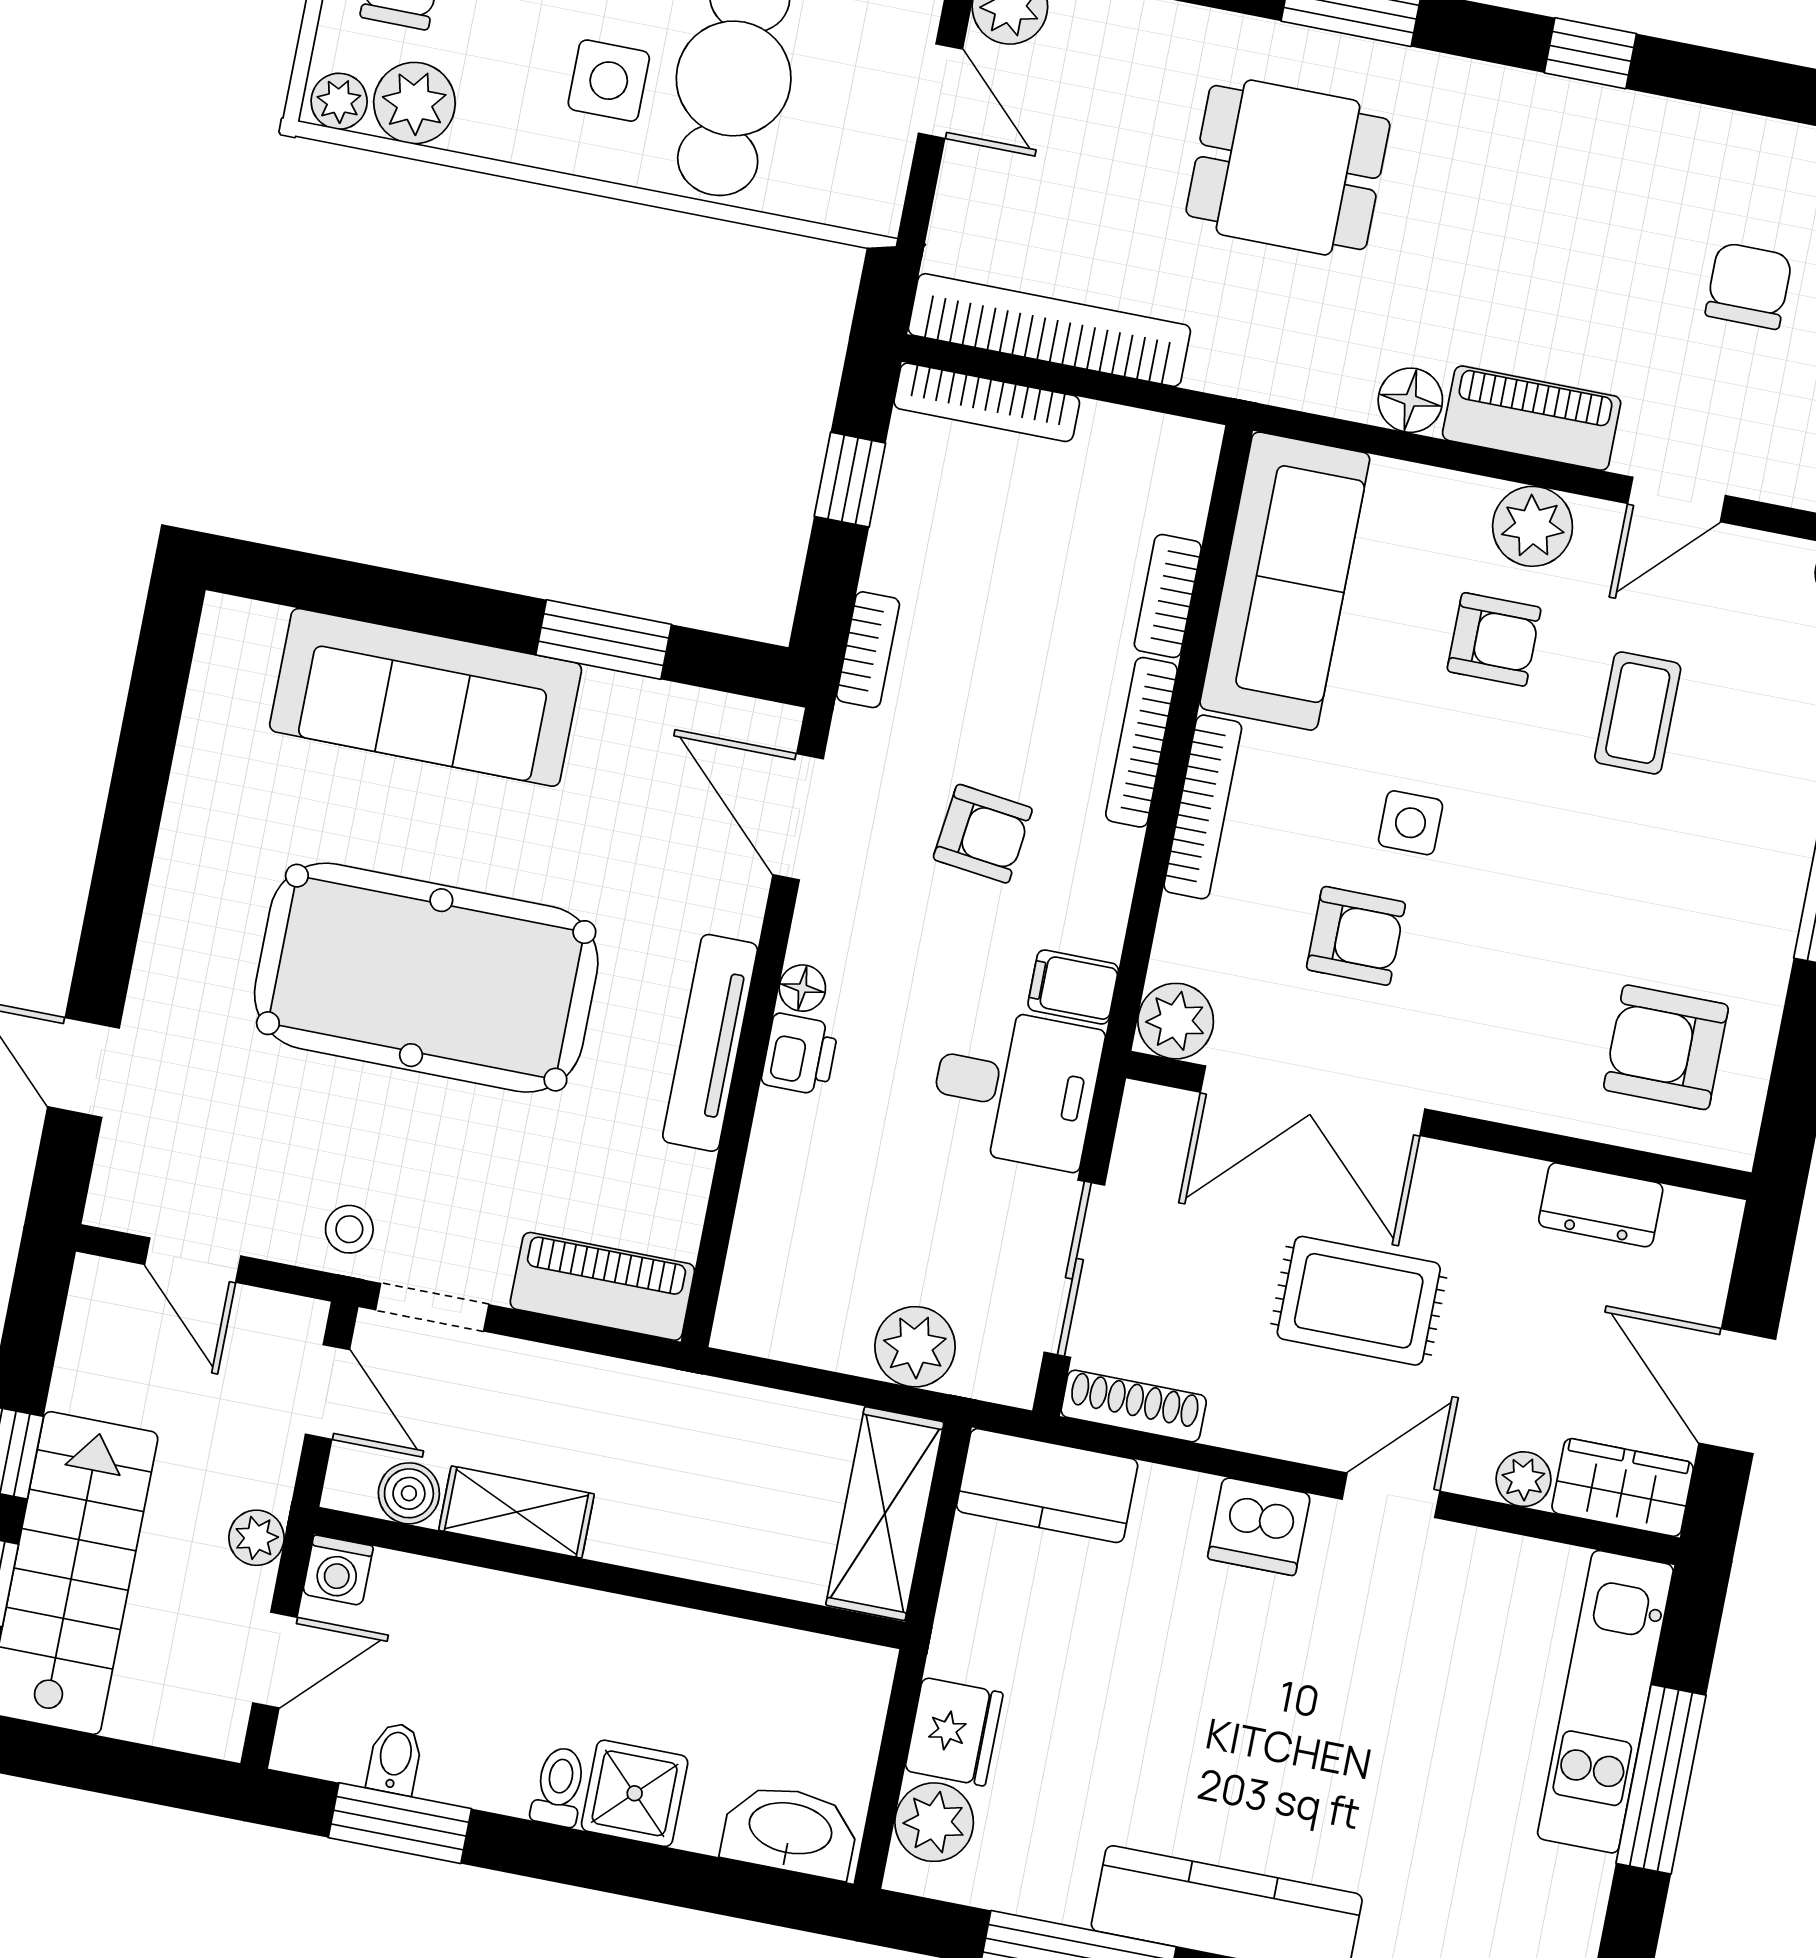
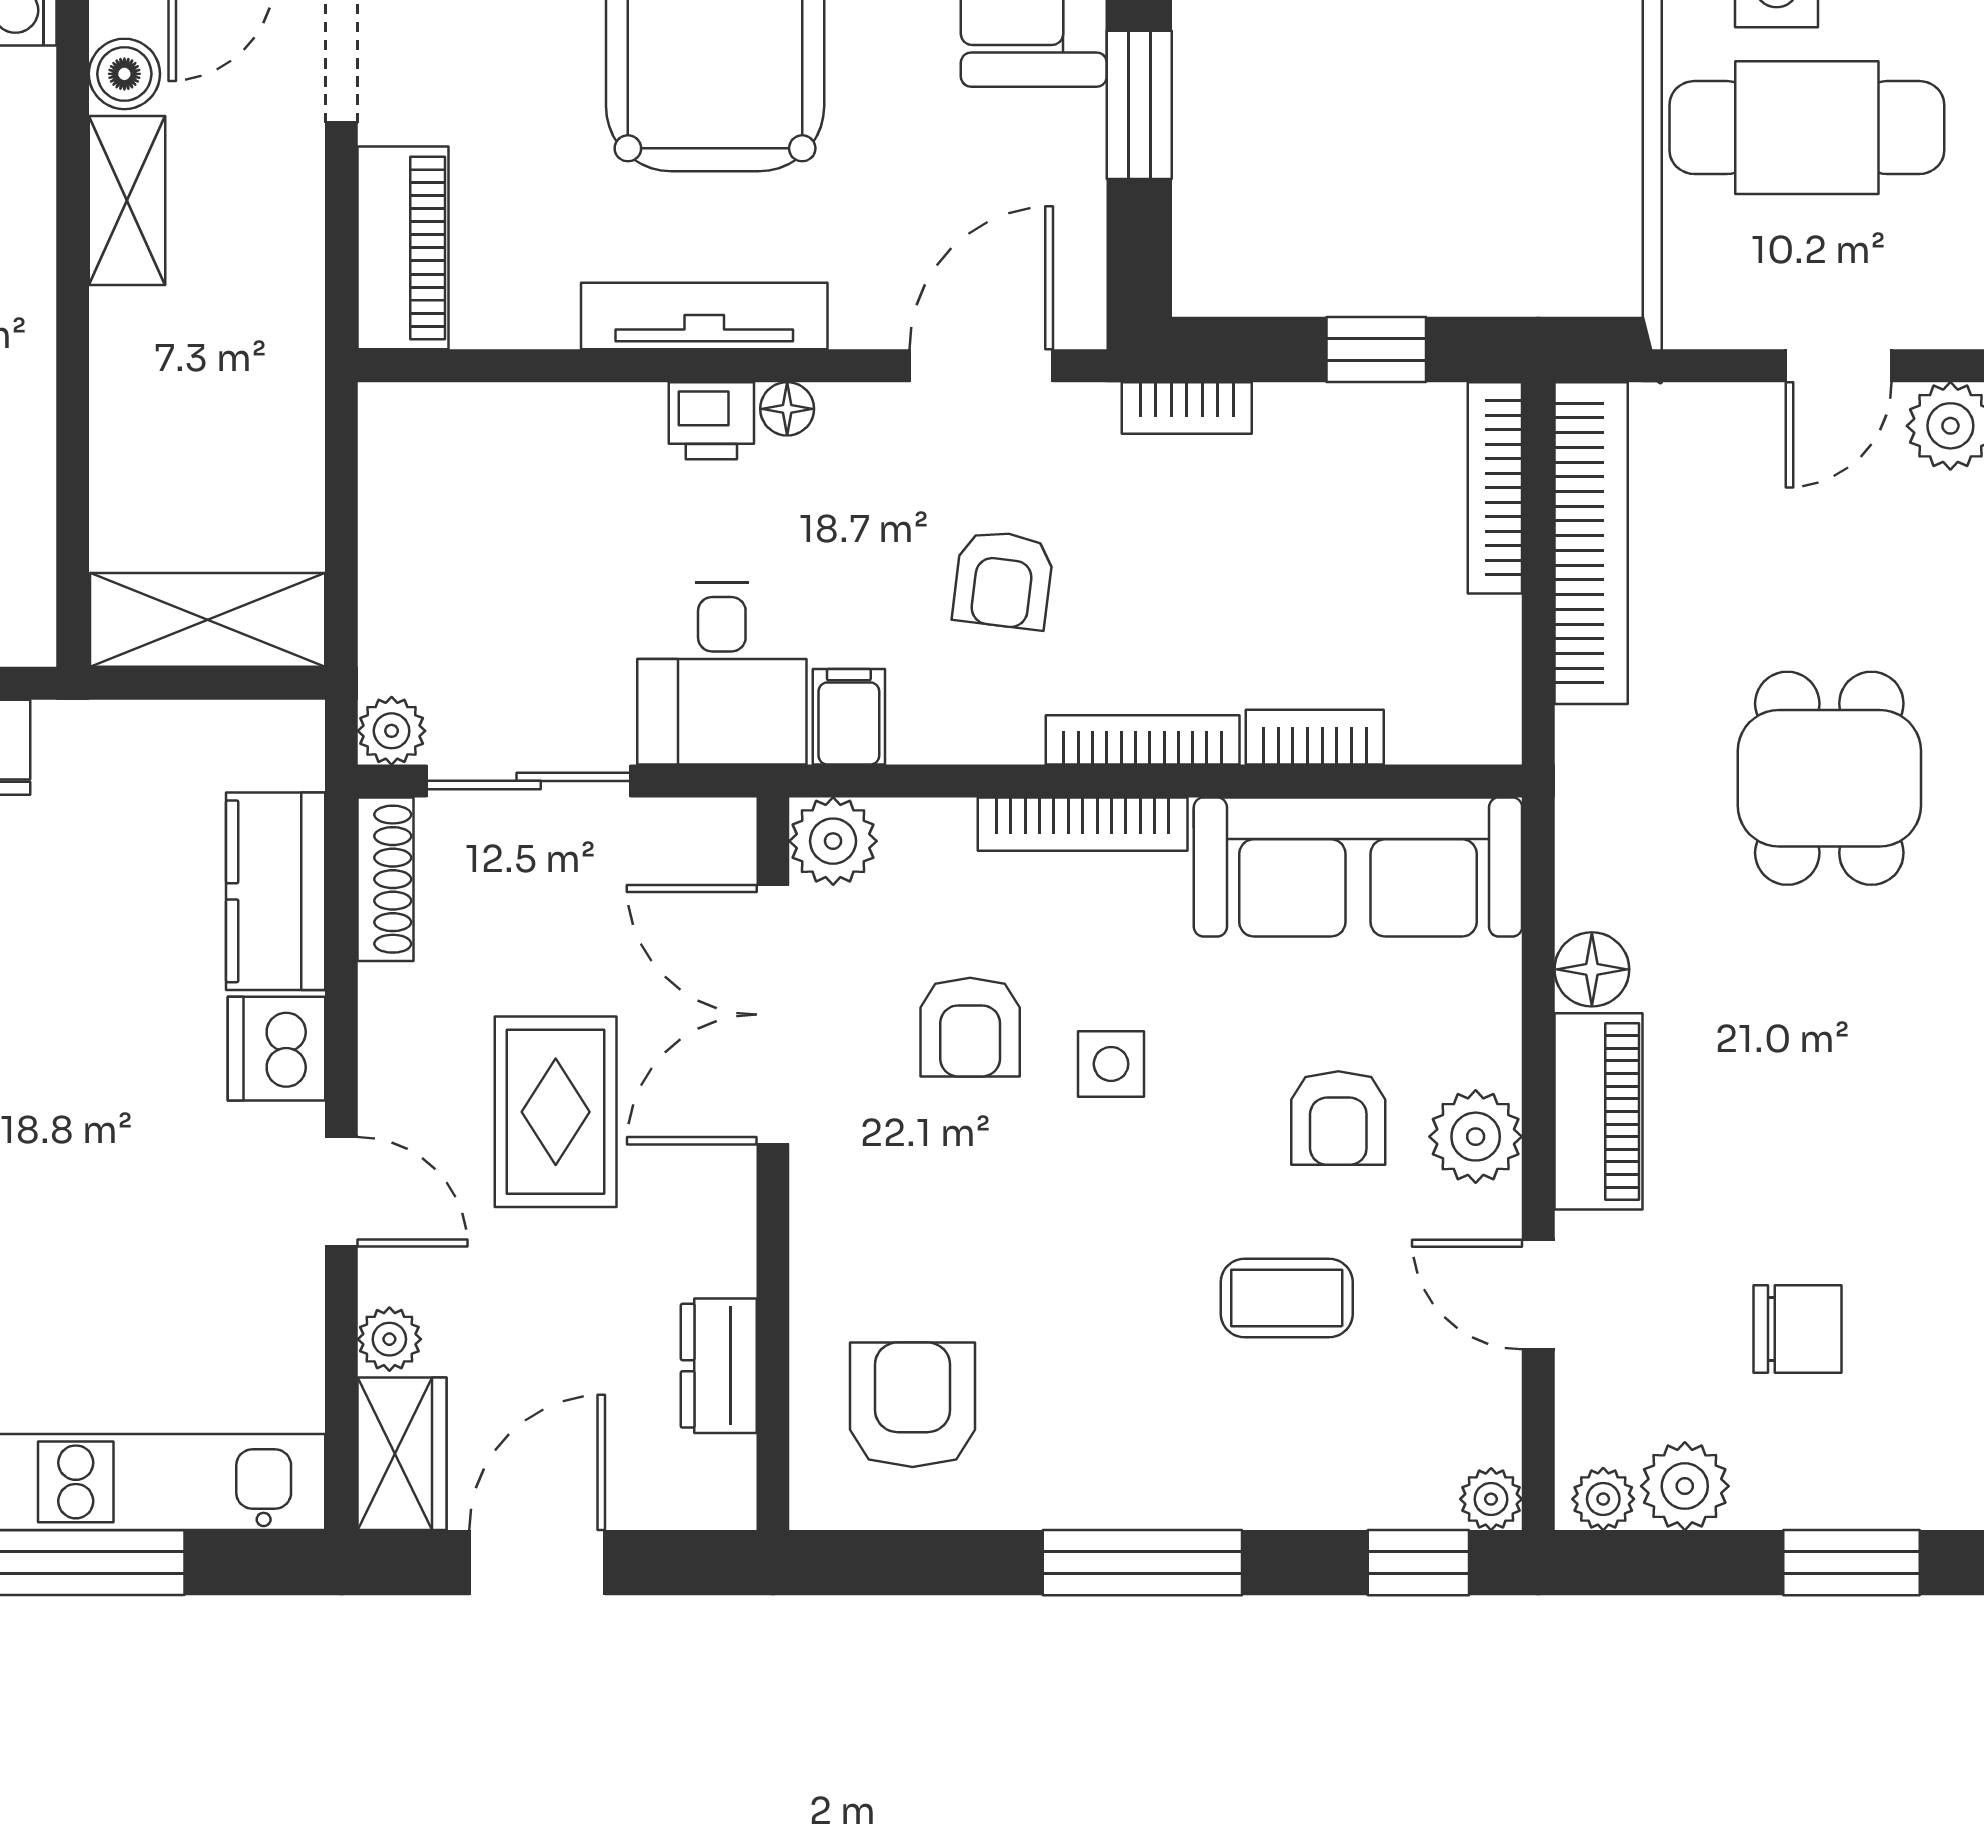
plant: (915, 1347) -> (392, 731), moved, width x0.73, depth x0.73
kitchen counter: (1047, 1486) -> (276, 891), moved

